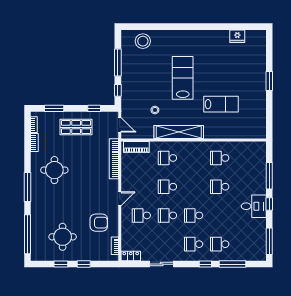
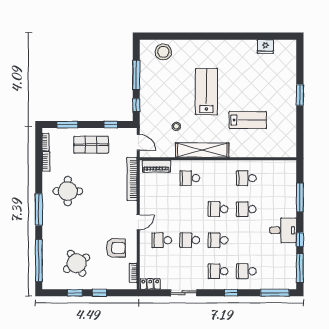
school desk: (167, 187) -> (218, 209), moved
window: (269, 204) -> (300, 240), moved
round table: (63, 237) -> (77, 263), turned -31
window: (233, 264) -> (275, 293), moved

